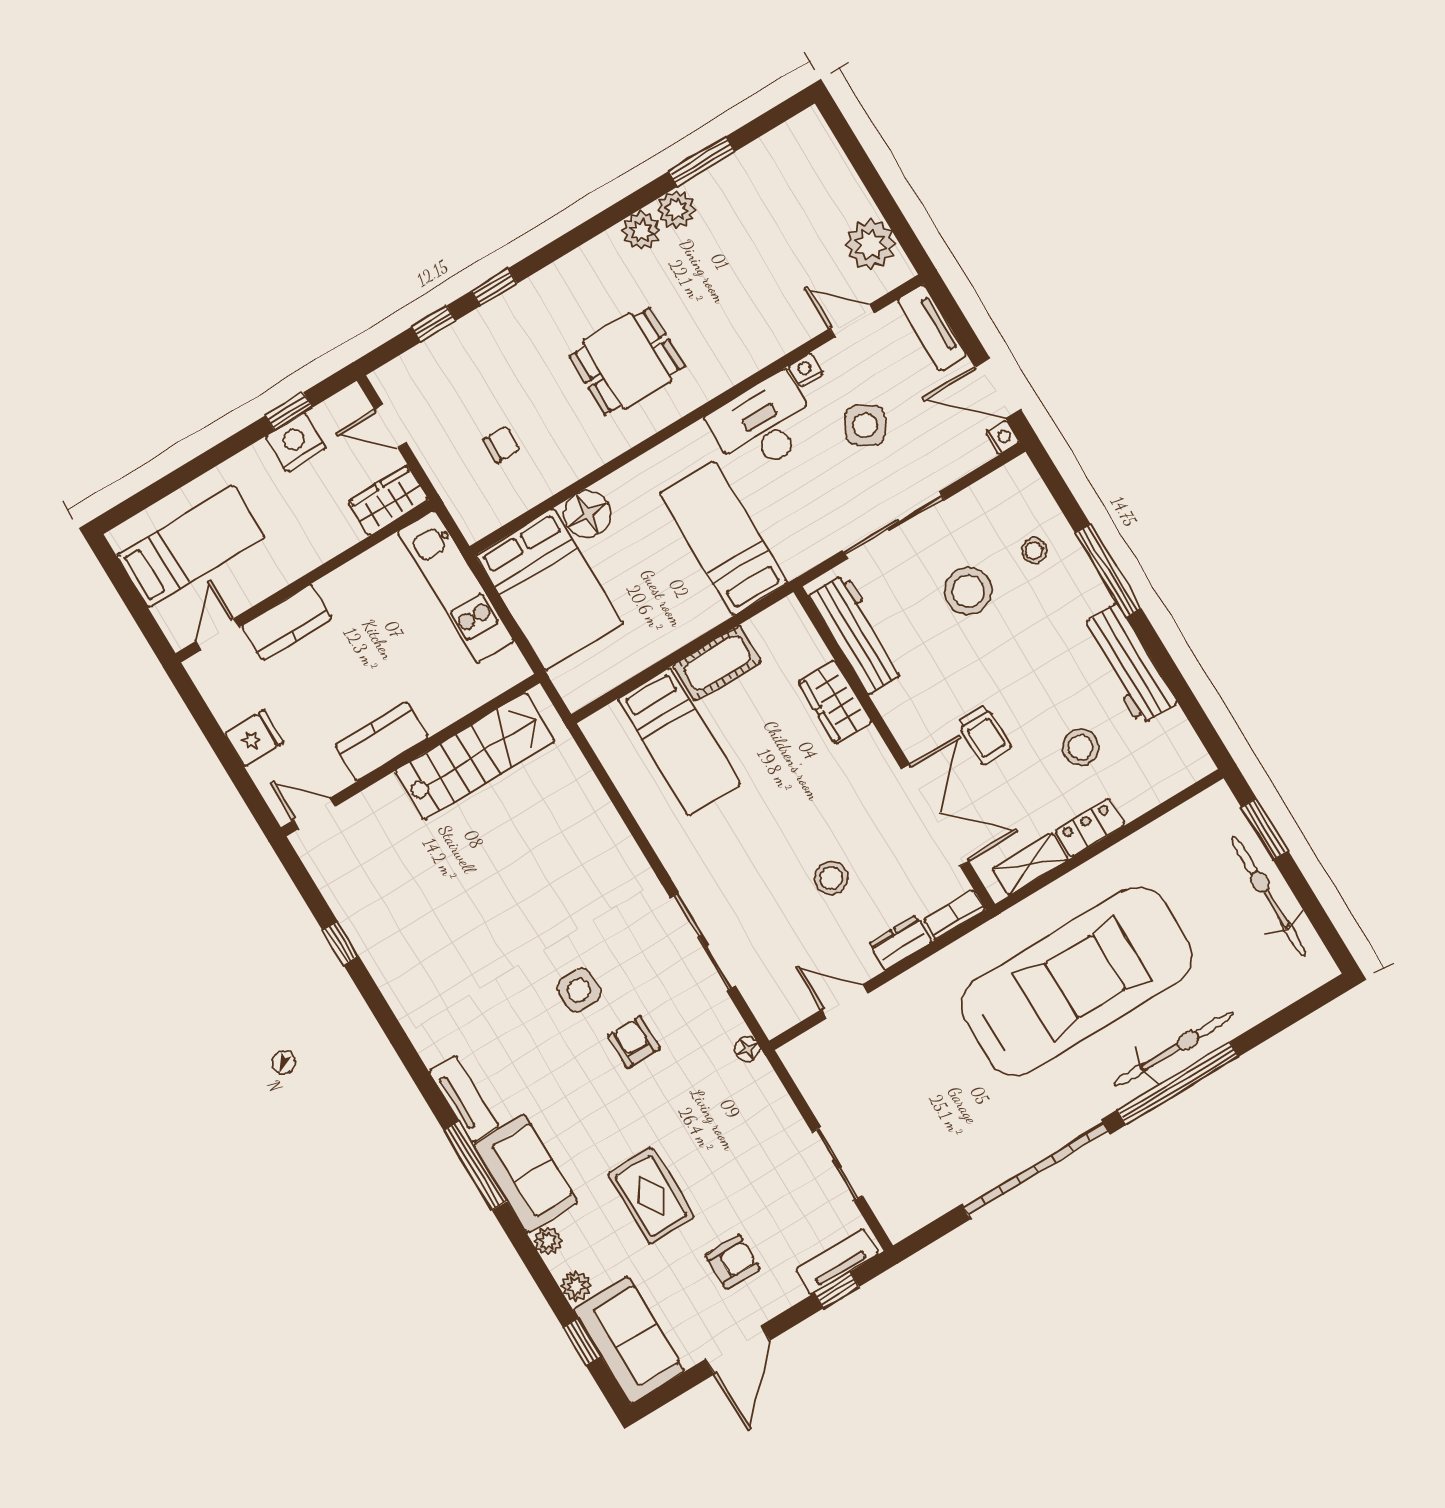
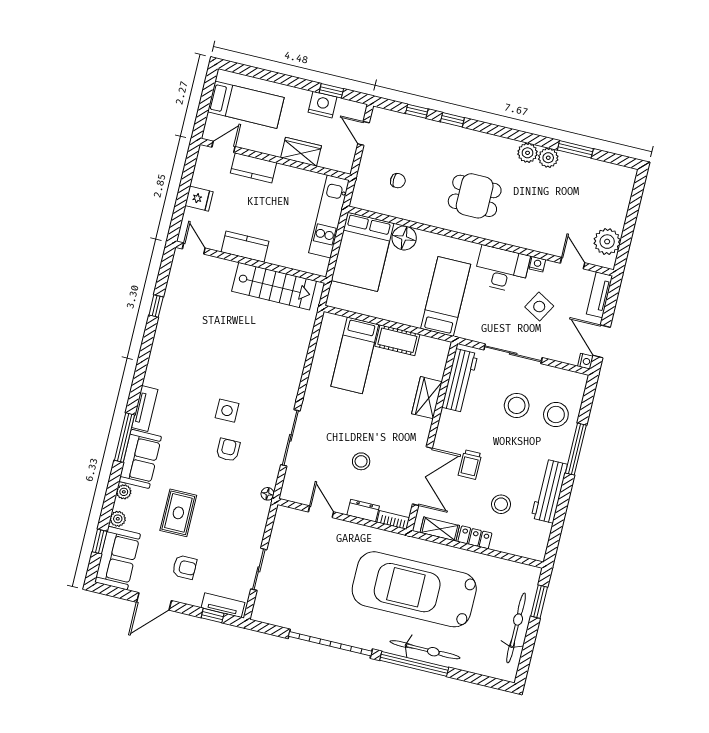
wardrobe: (388, 501) -> (301, 152), moved
stool: (1034, 550) -> (556, 414), width x1.89, depth x1.89
car: (1077, 981) -> (414, 589), turned 180

